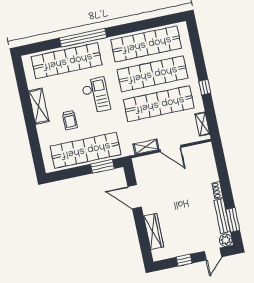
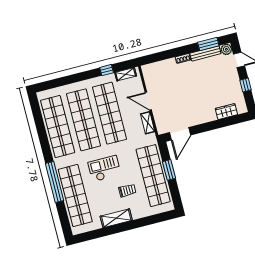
window: (205, 87) -> (107, 70), moved
door: (171, 149) -> (148, 101), swing flipped
window: (102, 166) -> (169, 170), moved
door: (135, 197) -> (180, 134), moved
wardrobe: (154, 231) -> (226, 112), width x0.67

